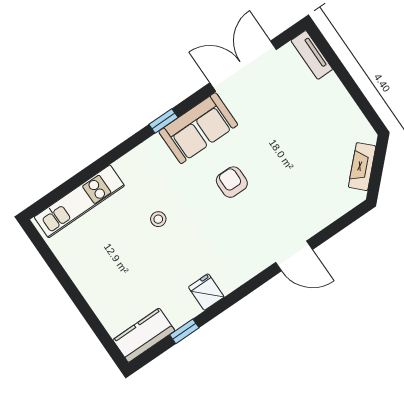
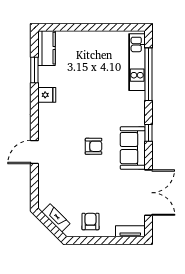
armchair: (335, 117) -> (90, 222), added
window: (85, 175) -> (148, 74), added
stool: (158, 219) -> (100, 96), removed
window: (184, 331) -> (34, 70), width x1.50

